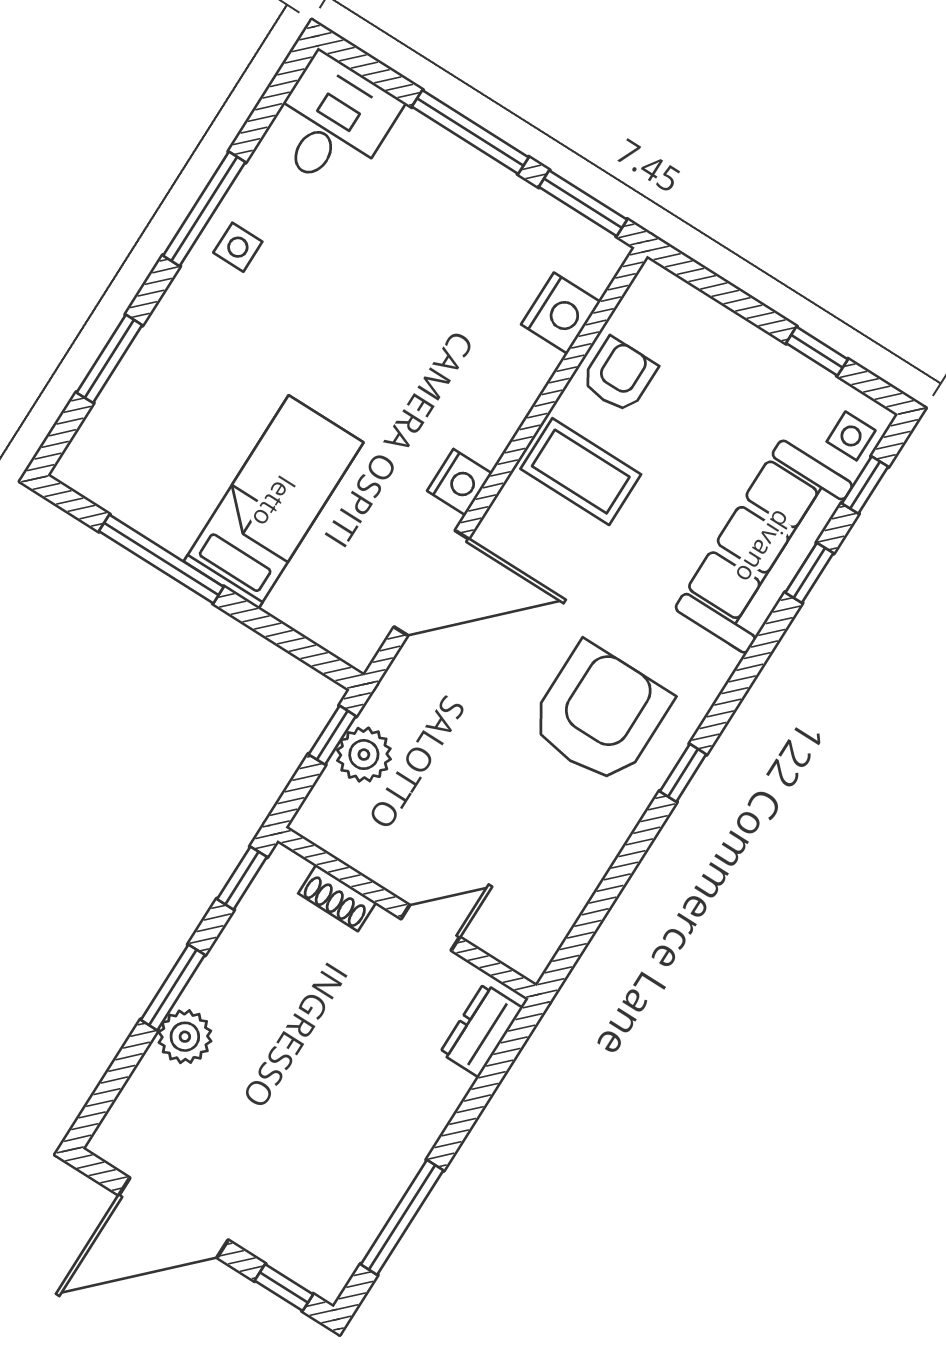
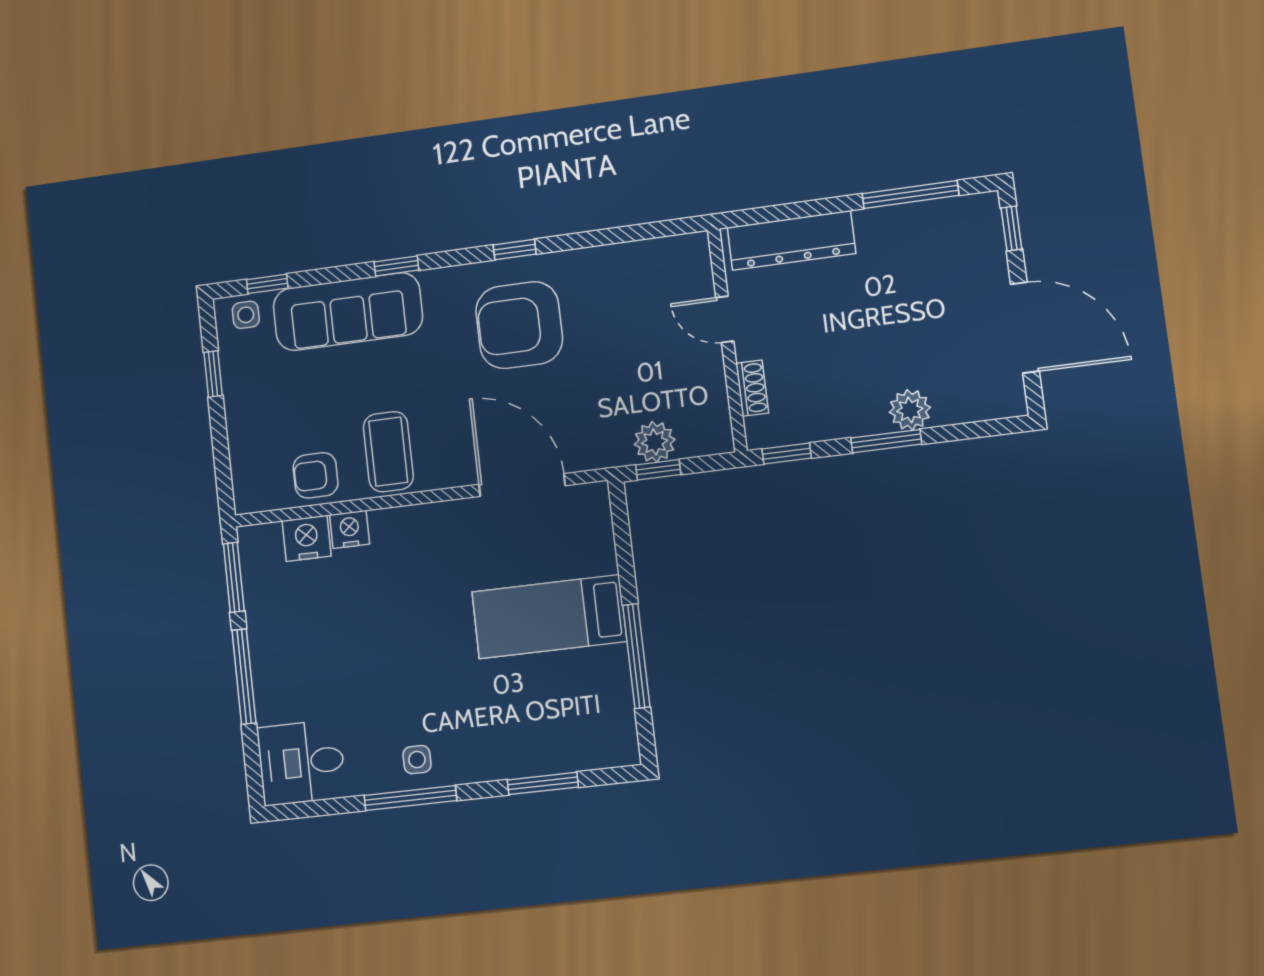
nightstand: (460, 482) -> (350, 529), moved
window: (809, 573) -> (396, 266), moved
dresser: (481, 1030) -> (791, 240), width x1.96, depth x1.24

